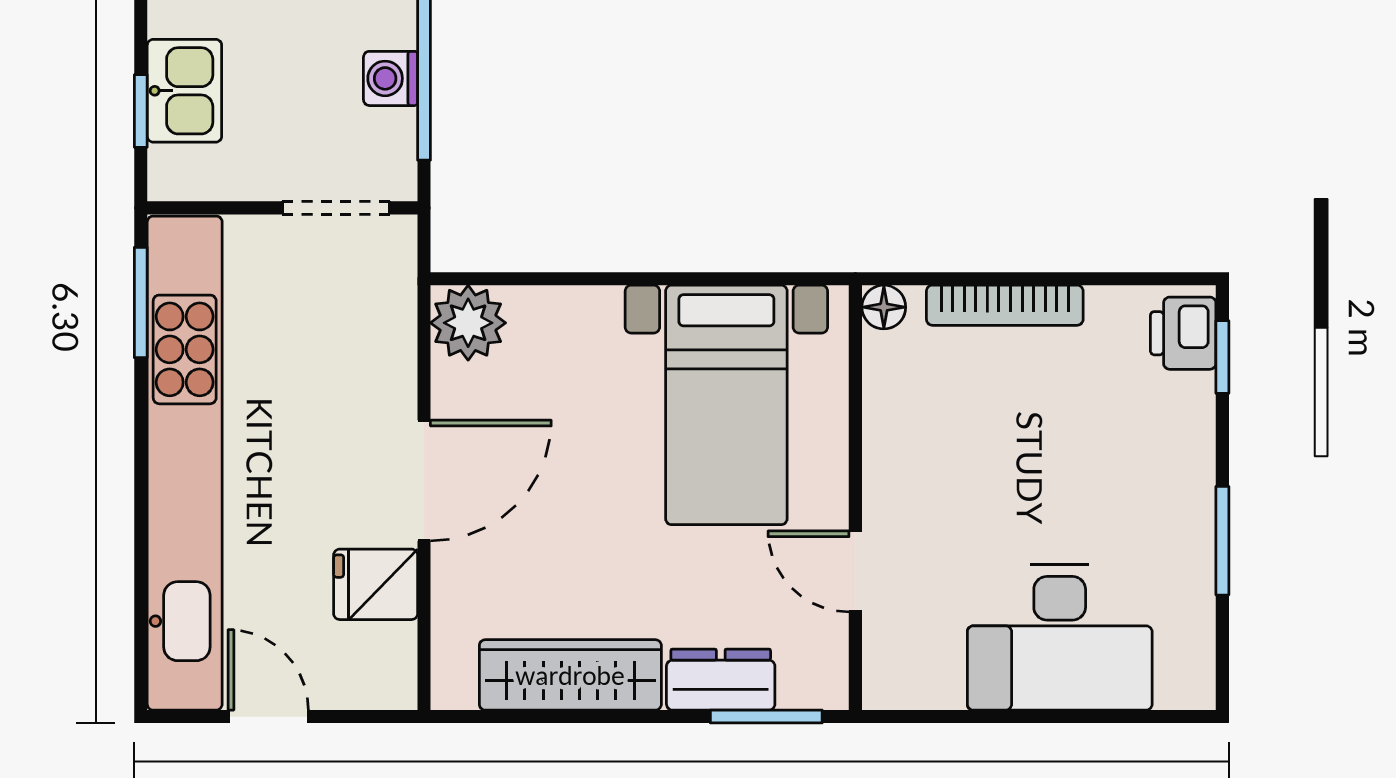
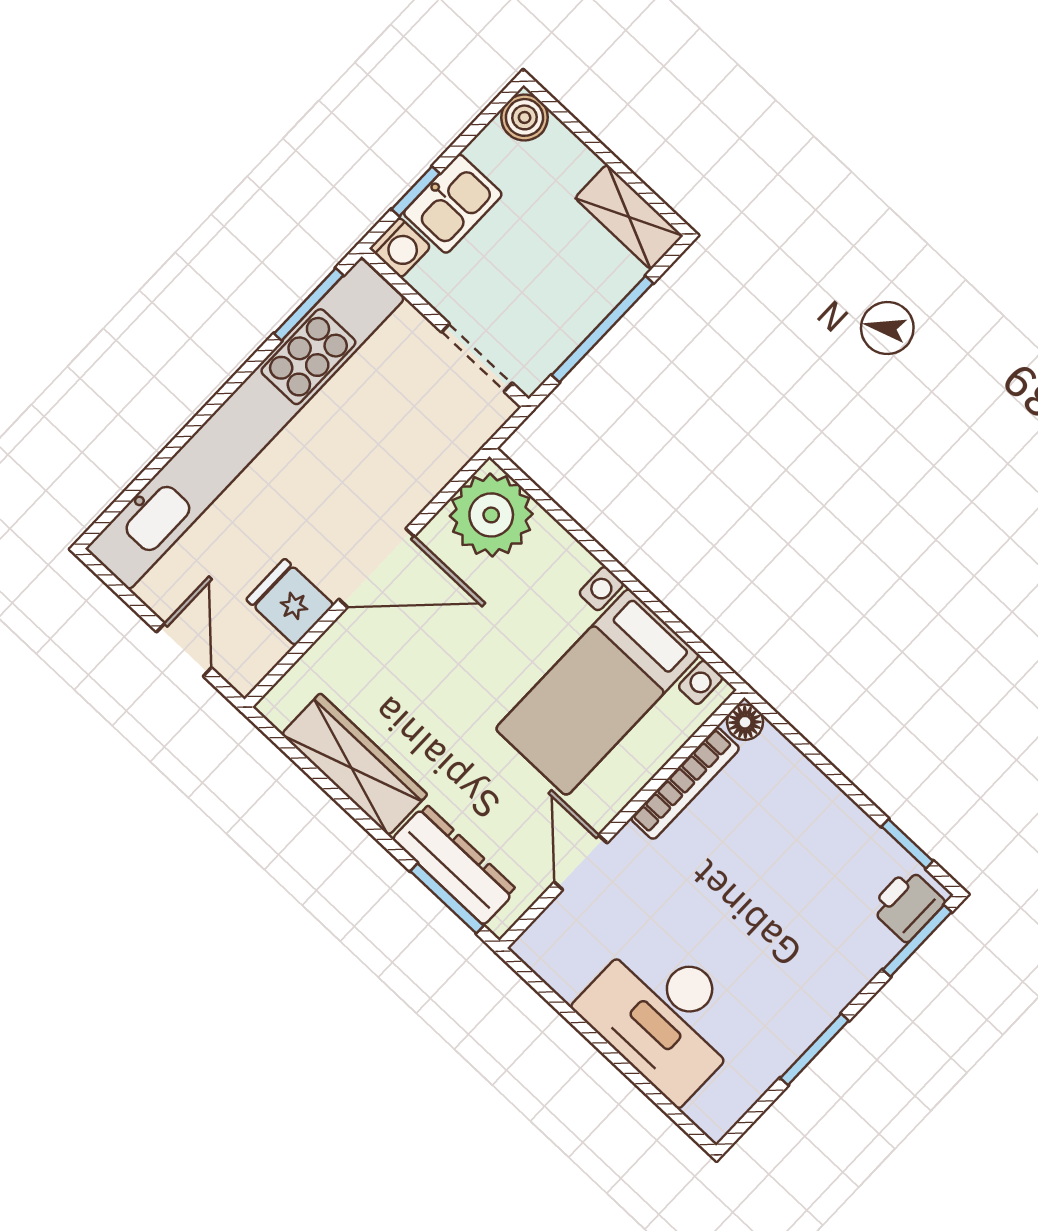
washing machine: (391, 78) -> (400, 247), moved, turned 180
window: (1132, 279) -> (907, 844), added
bookcase: (1005, 305) -> (685, 783), moved, turned -90
plant: (468, 323) -> (491, 515), width x1.36, depth x1.36
window: (1222, 357) -> (917, 941), width x1.50
dresser: (721, 680) -> (455, 864), width x1.44
door: (268, 717) -> (184, 650), moved

